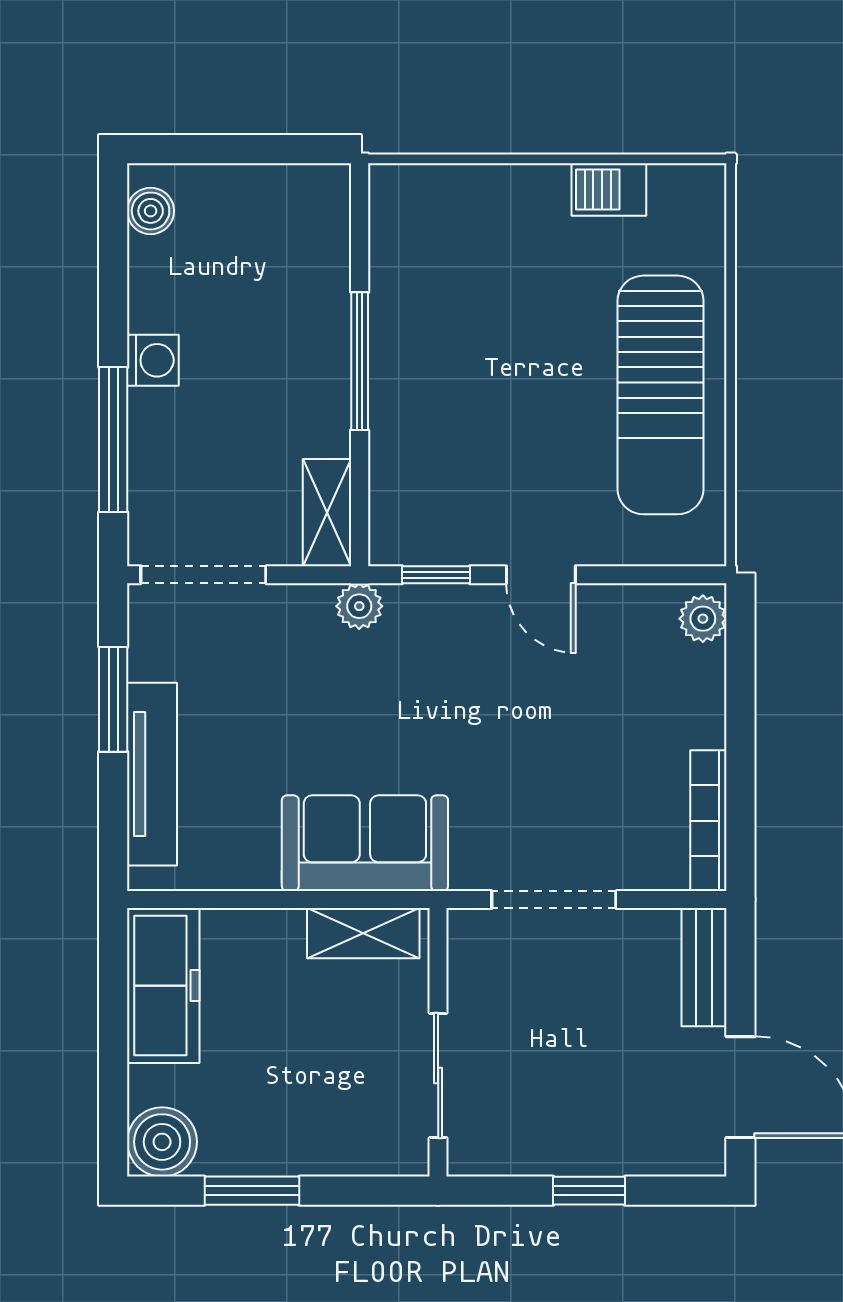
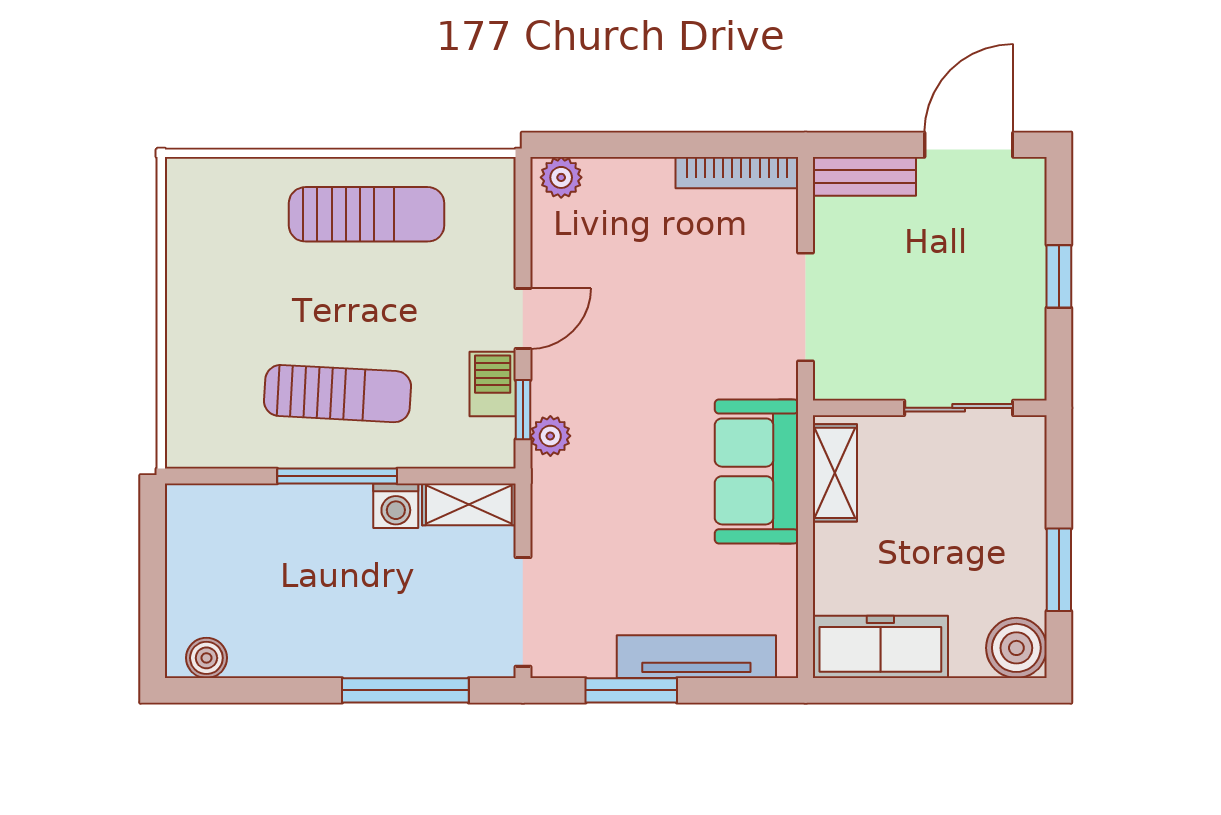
barbecue: (609, 190) -> (493, 384), moved, turned 180
washing machine: (153, 360) -> (396, 506), moved, turned 180
sun lounger: (454, 362) -> (337, 394), added
sun lounger: (660, 395) -> (367, 214), width x0.73, depth x0.75
plant: (359, 606) -> (550, 436), moved

